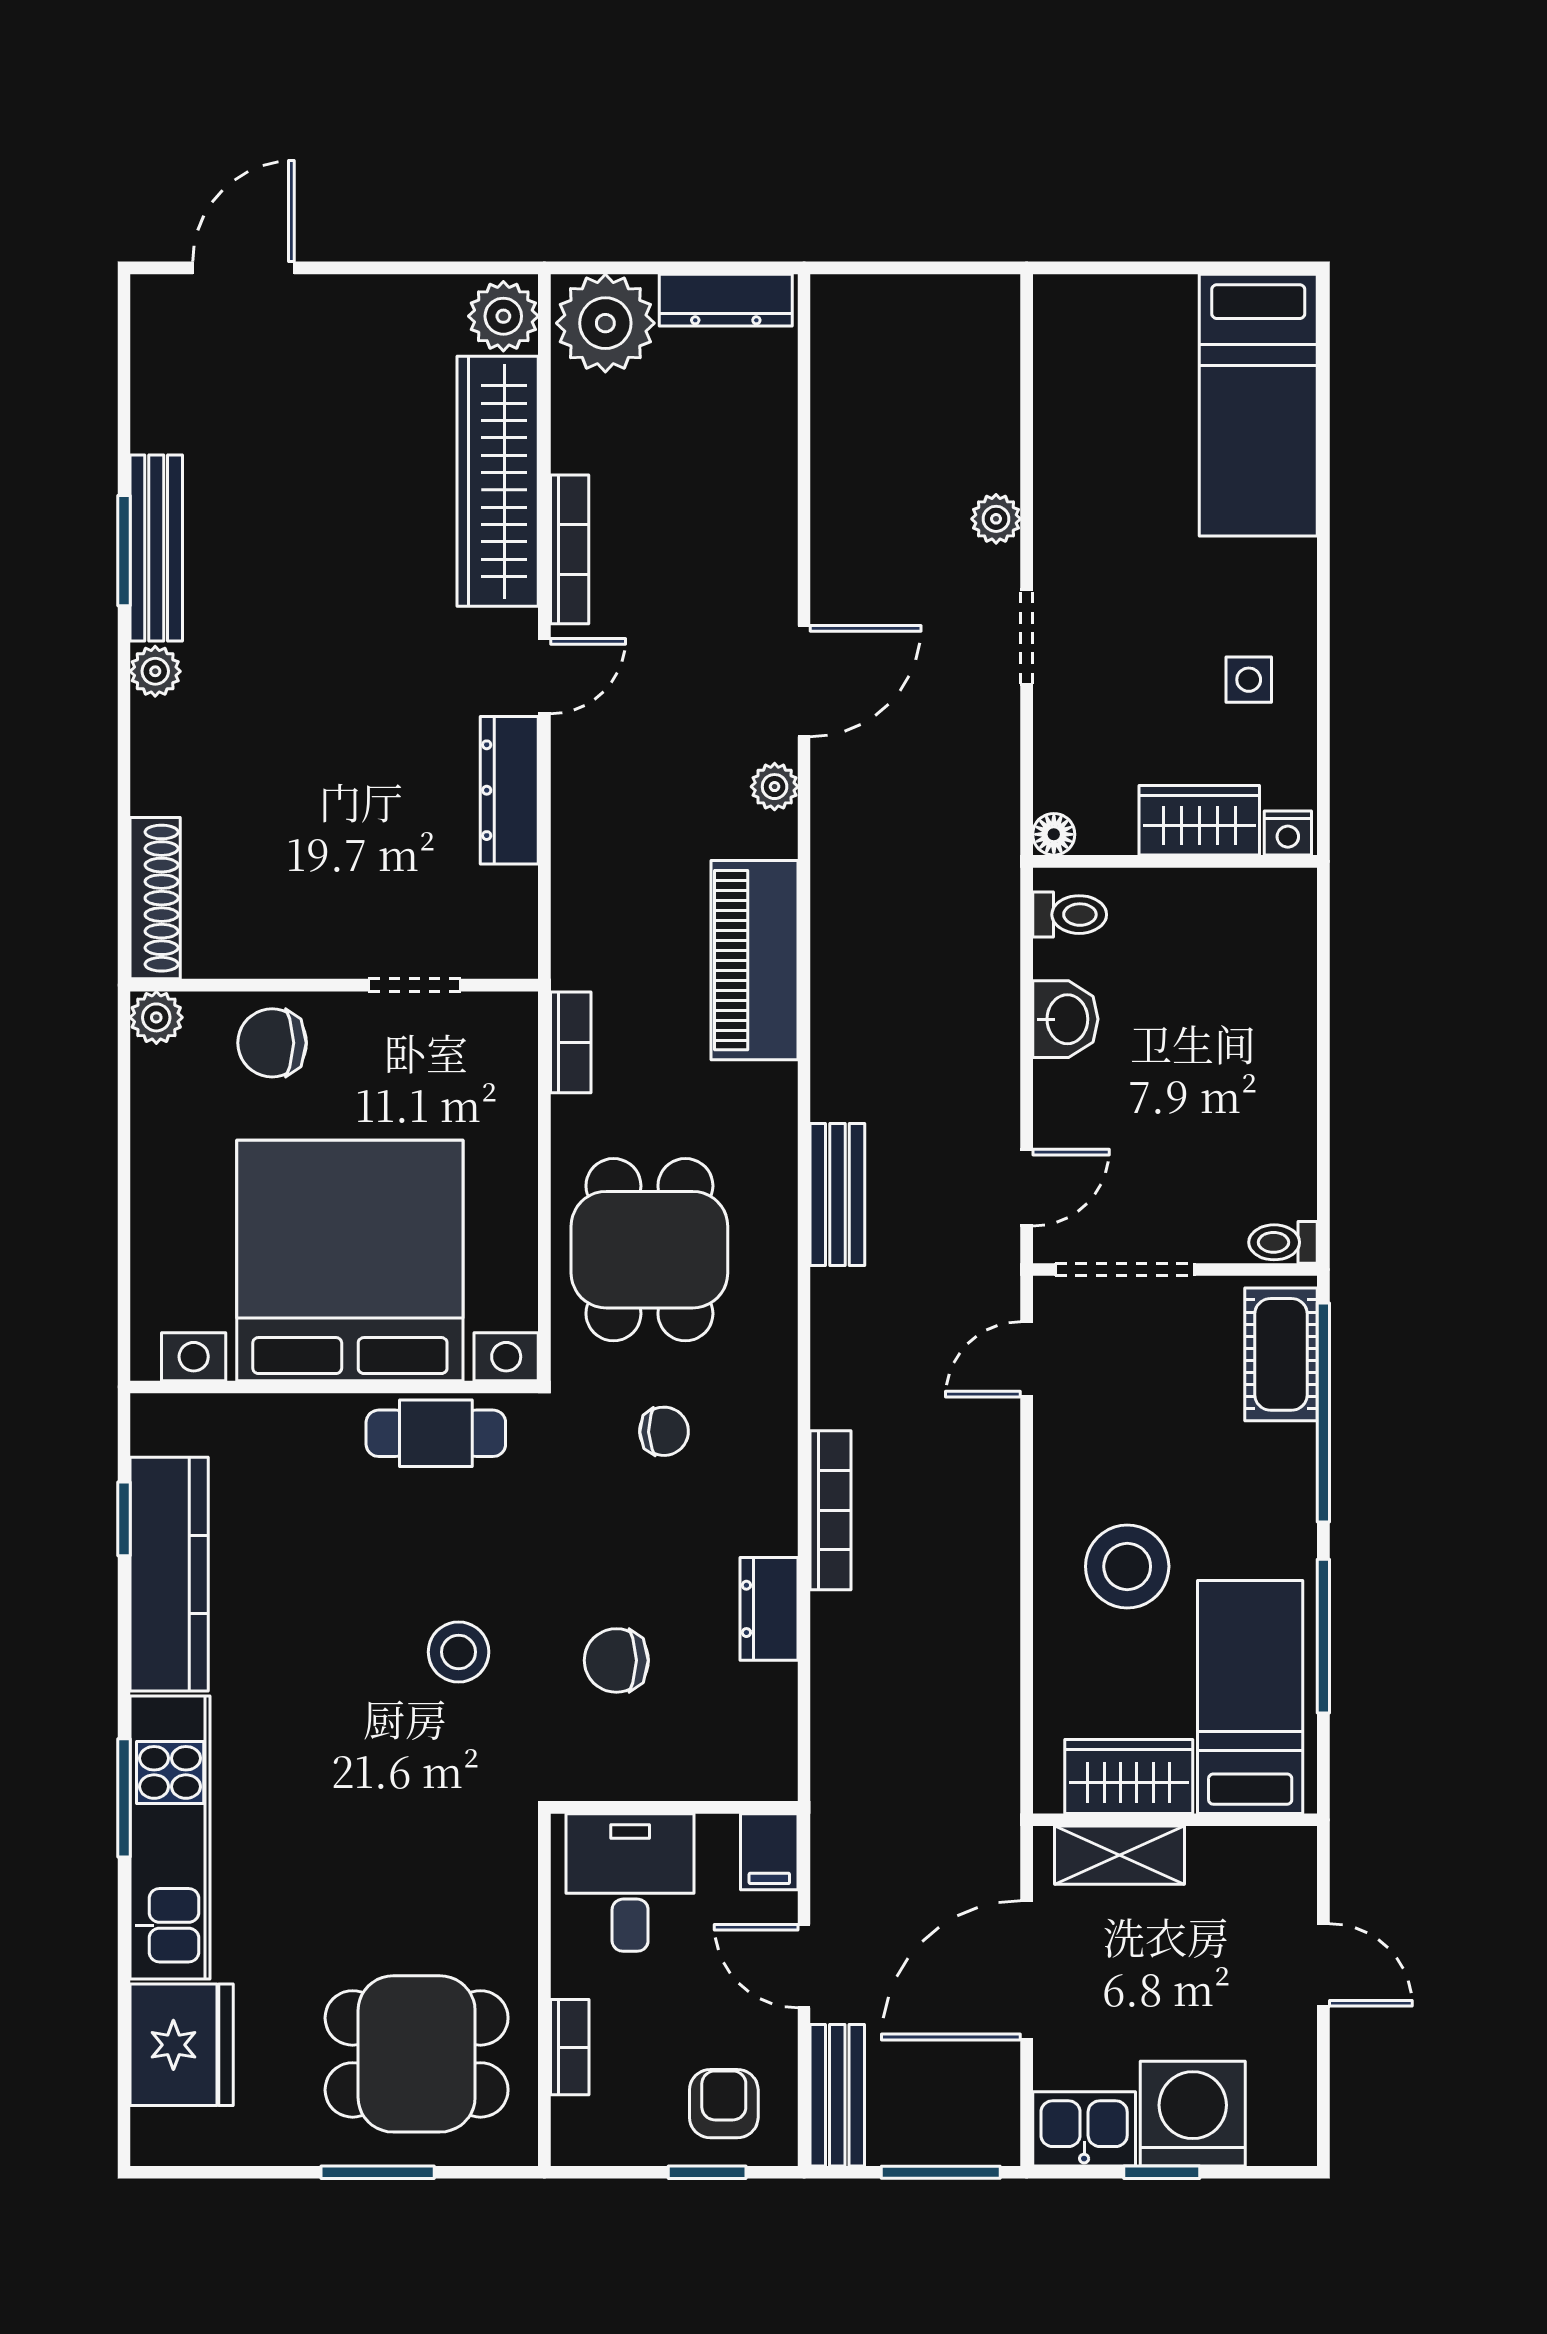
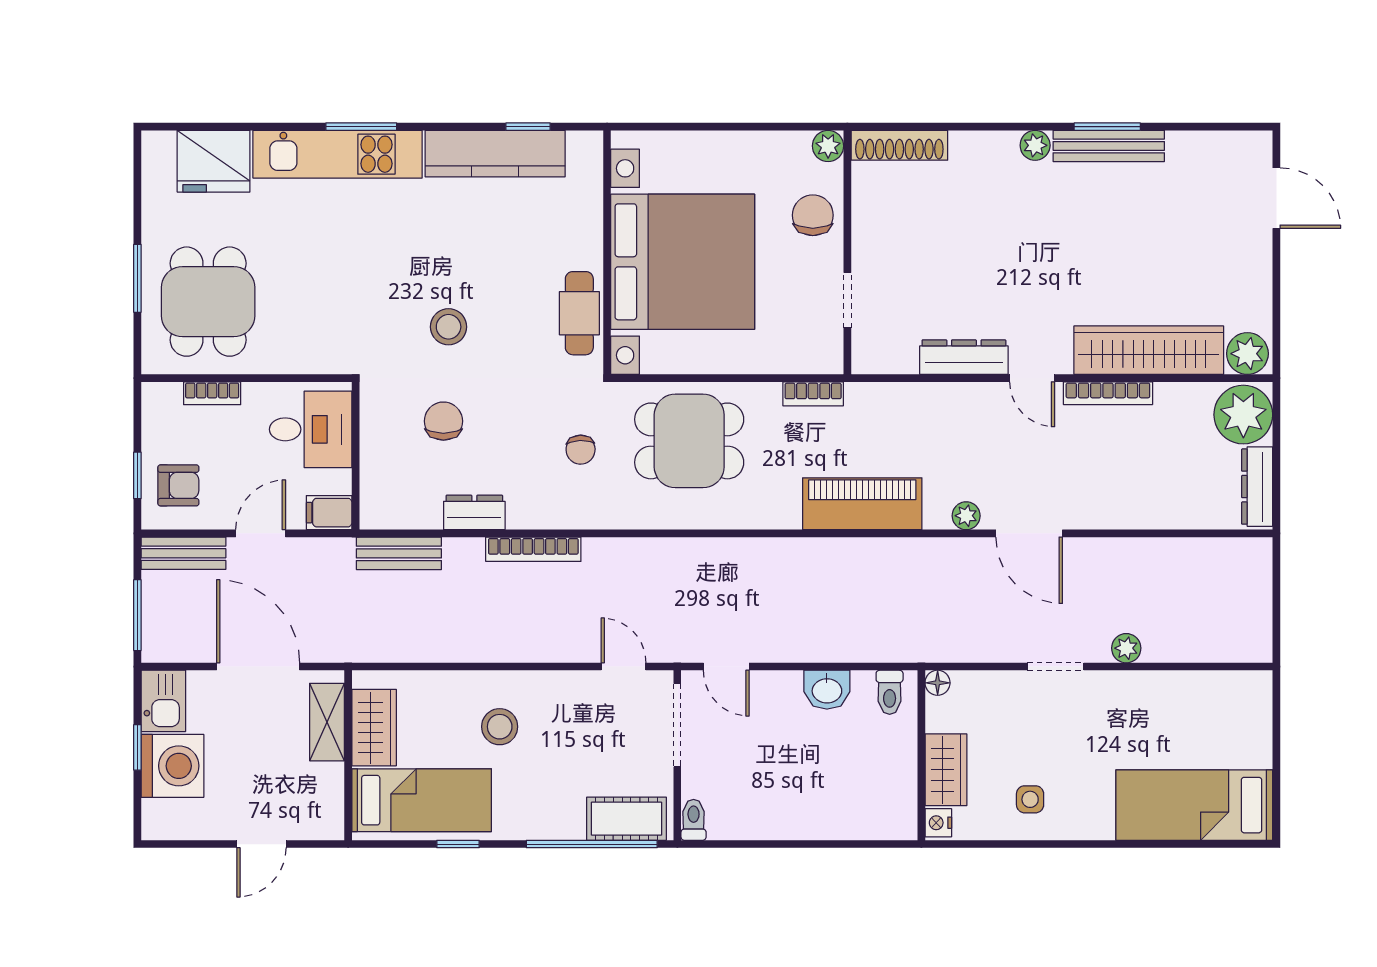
bench: (837, 1194) -> (399, 553), moved
stool: (1127, 1566) -> (500, 727), width x0.73, depth x0.73
window: (1323, 1636) -> (458, 844), width x0.46

